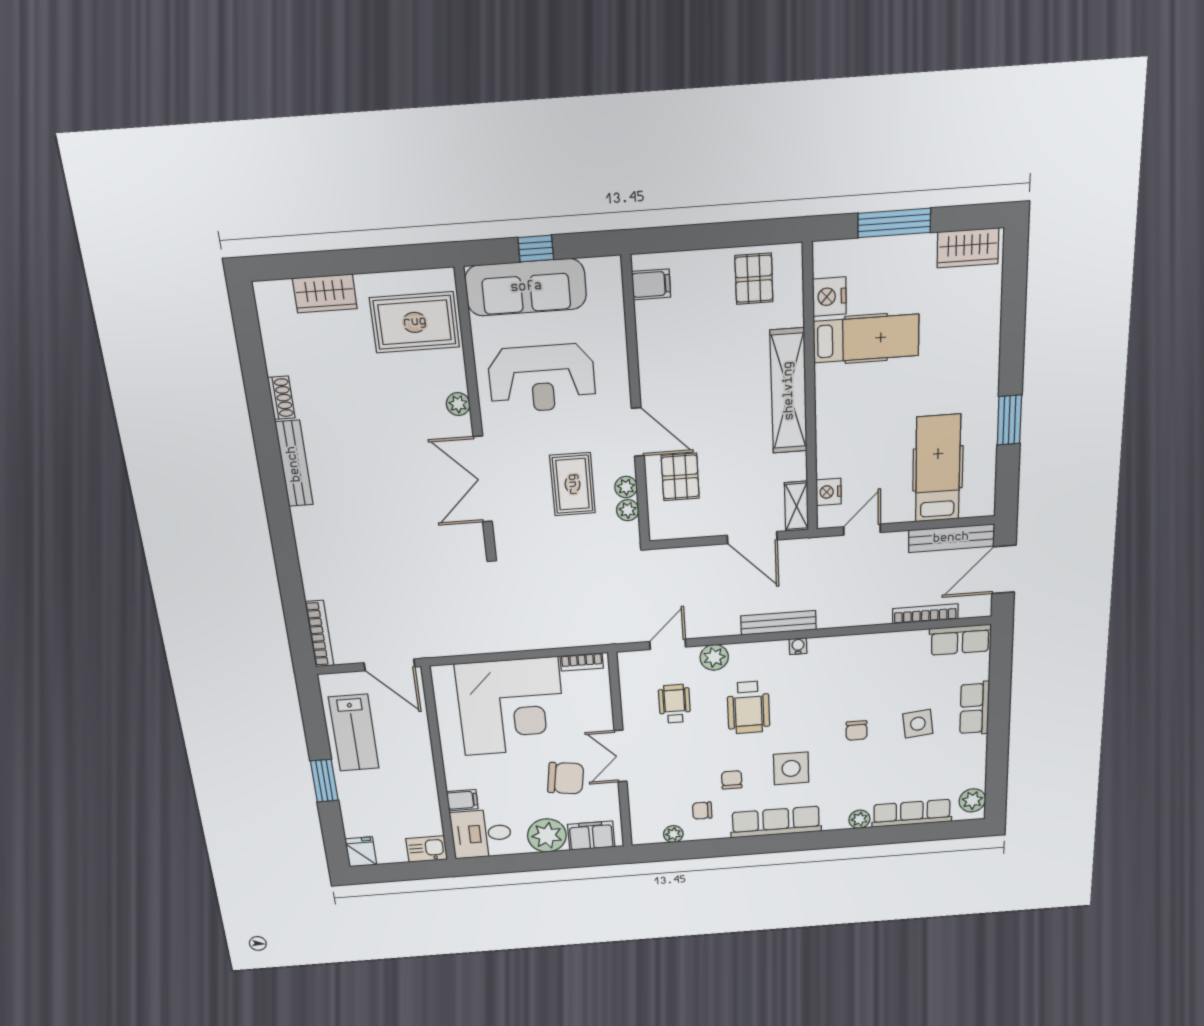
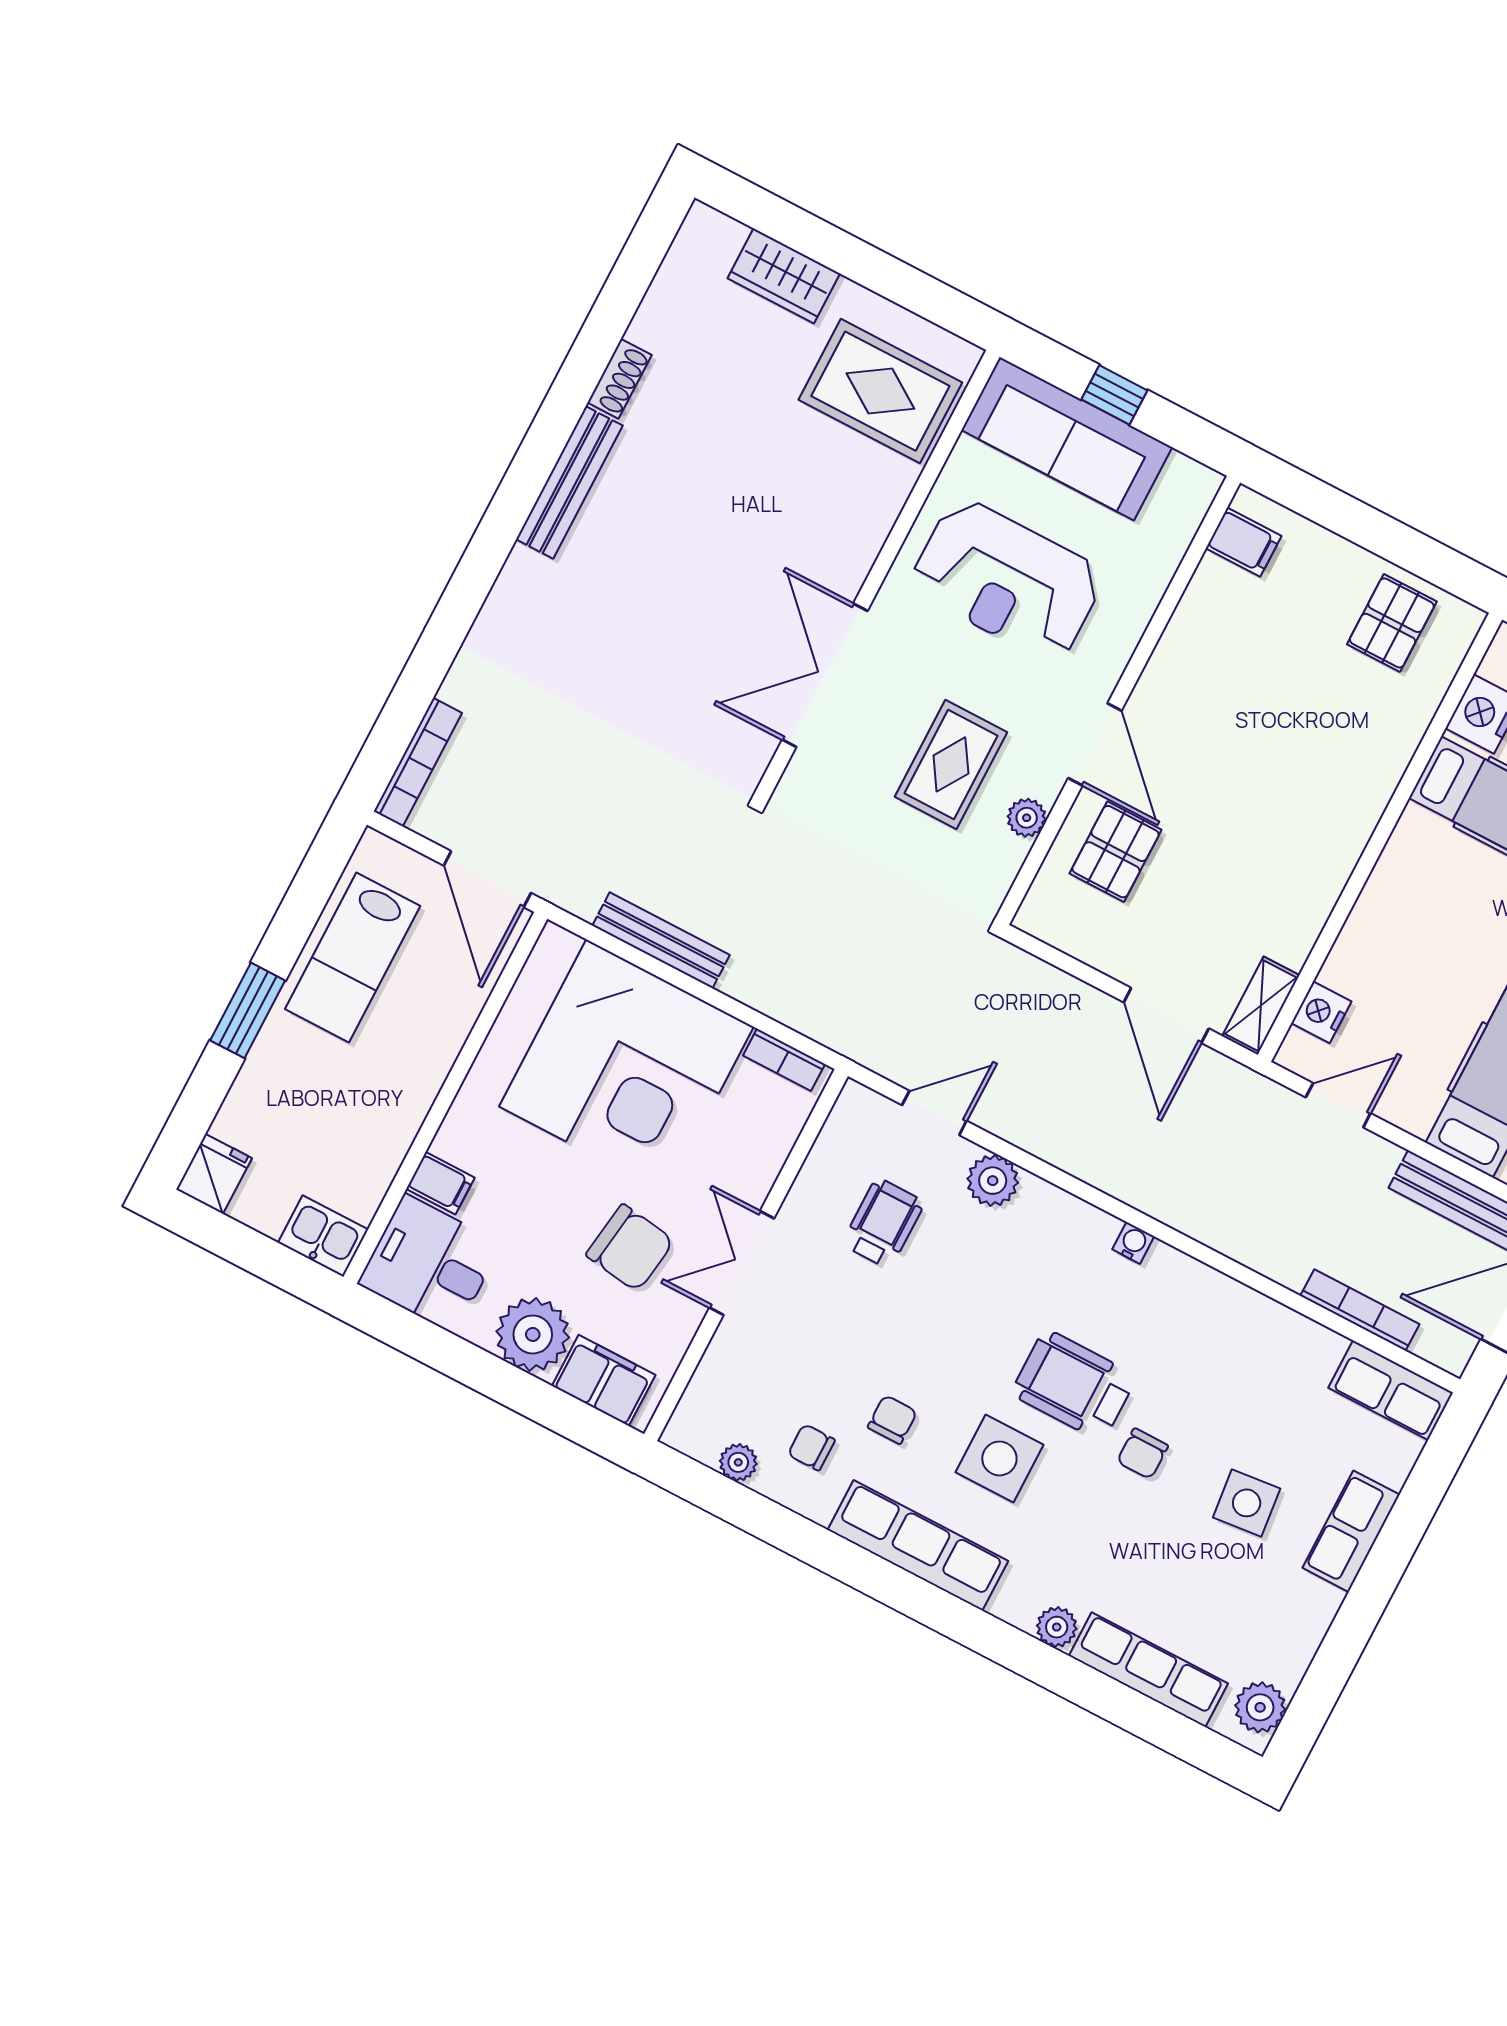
shelving: (789, 391) -> (1349, 818), removed
plant: (458, 404) -> (864, 543), removed
plant: (628, 510) -> (1007, 855), removed
bench: (778, 623) -> (661, 940), moved
wheelchair: (748, 707) -> (1074, 1385), moved, turned 90

